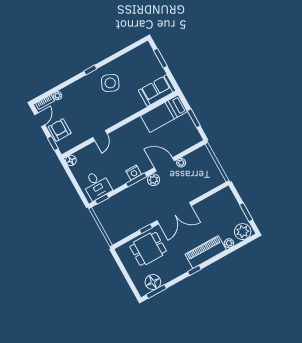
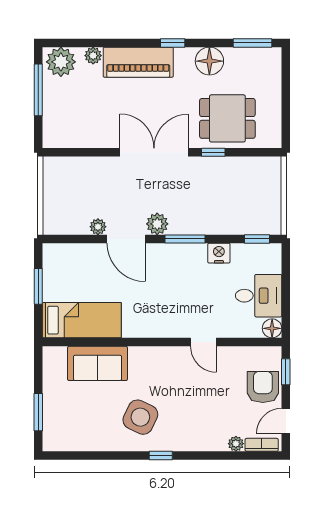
sofa: (157, 90) -> (97, 363), moved
armchair: (60, 130) -> (263, 387), turned 180
door: (100, 136) -> (203, 342), swing flipped
nightstand: (134, 173) -> (219, 253), moved
desk: (97, 185) -> (259, 296), moved, turned 90
window: (246, 212) -> (38, 90), width x1.44
floor lamp: (153, 282) -> (209, 61), moved

